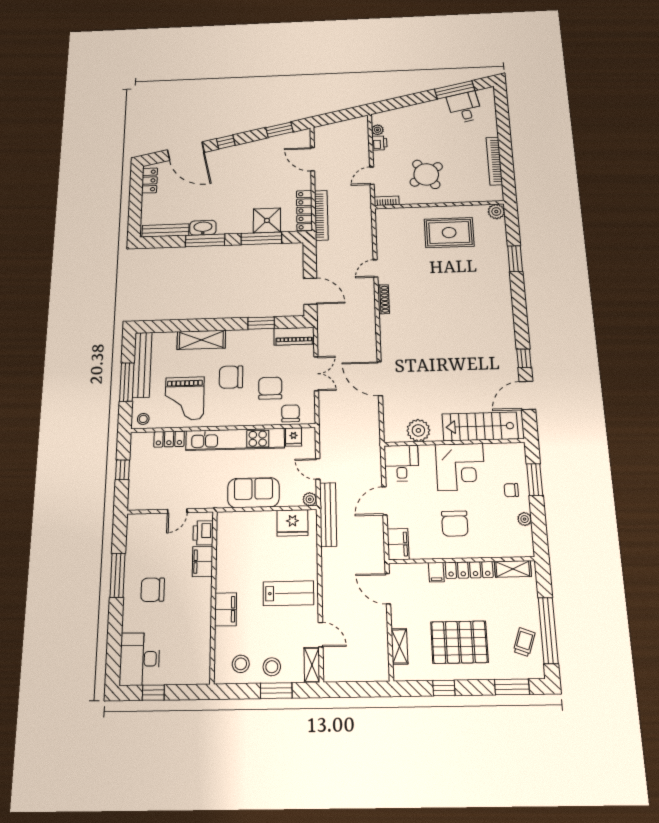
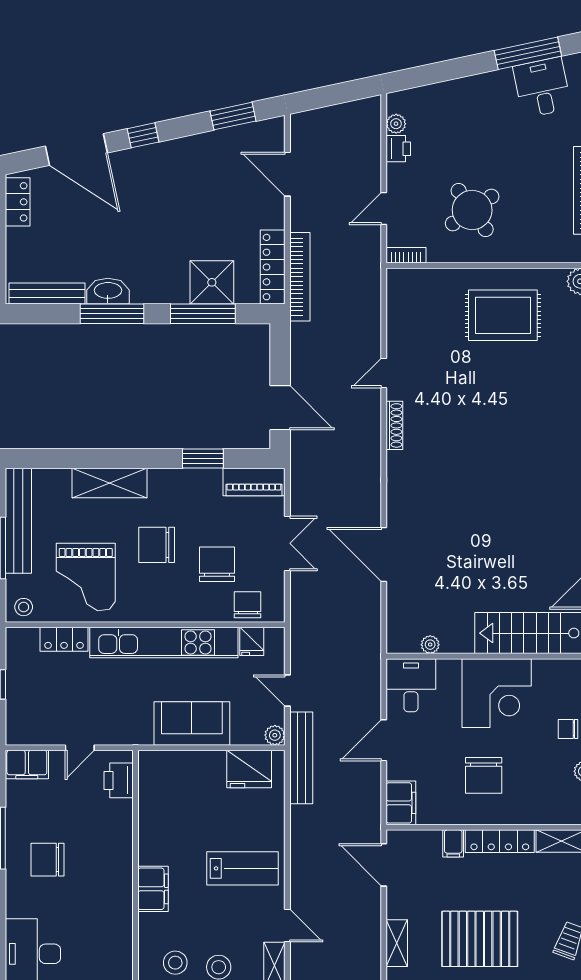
plant: (418, 430) -> (430, 645), width x0.53, depth x0.53
filing cabinet: (203, 561) -> (27, 765), moved, turned -90

